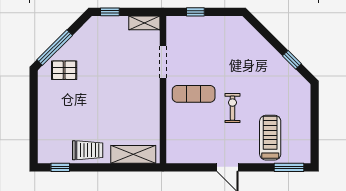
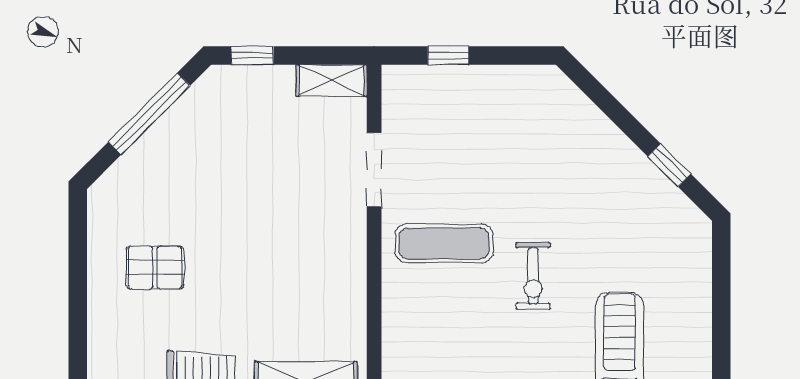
window: (55, 47) -> (149, 114), moved
pallet: (64, 70) -> (155, 268), moved
exercise bike: (232, 108) -> (533, 276), turned 180

